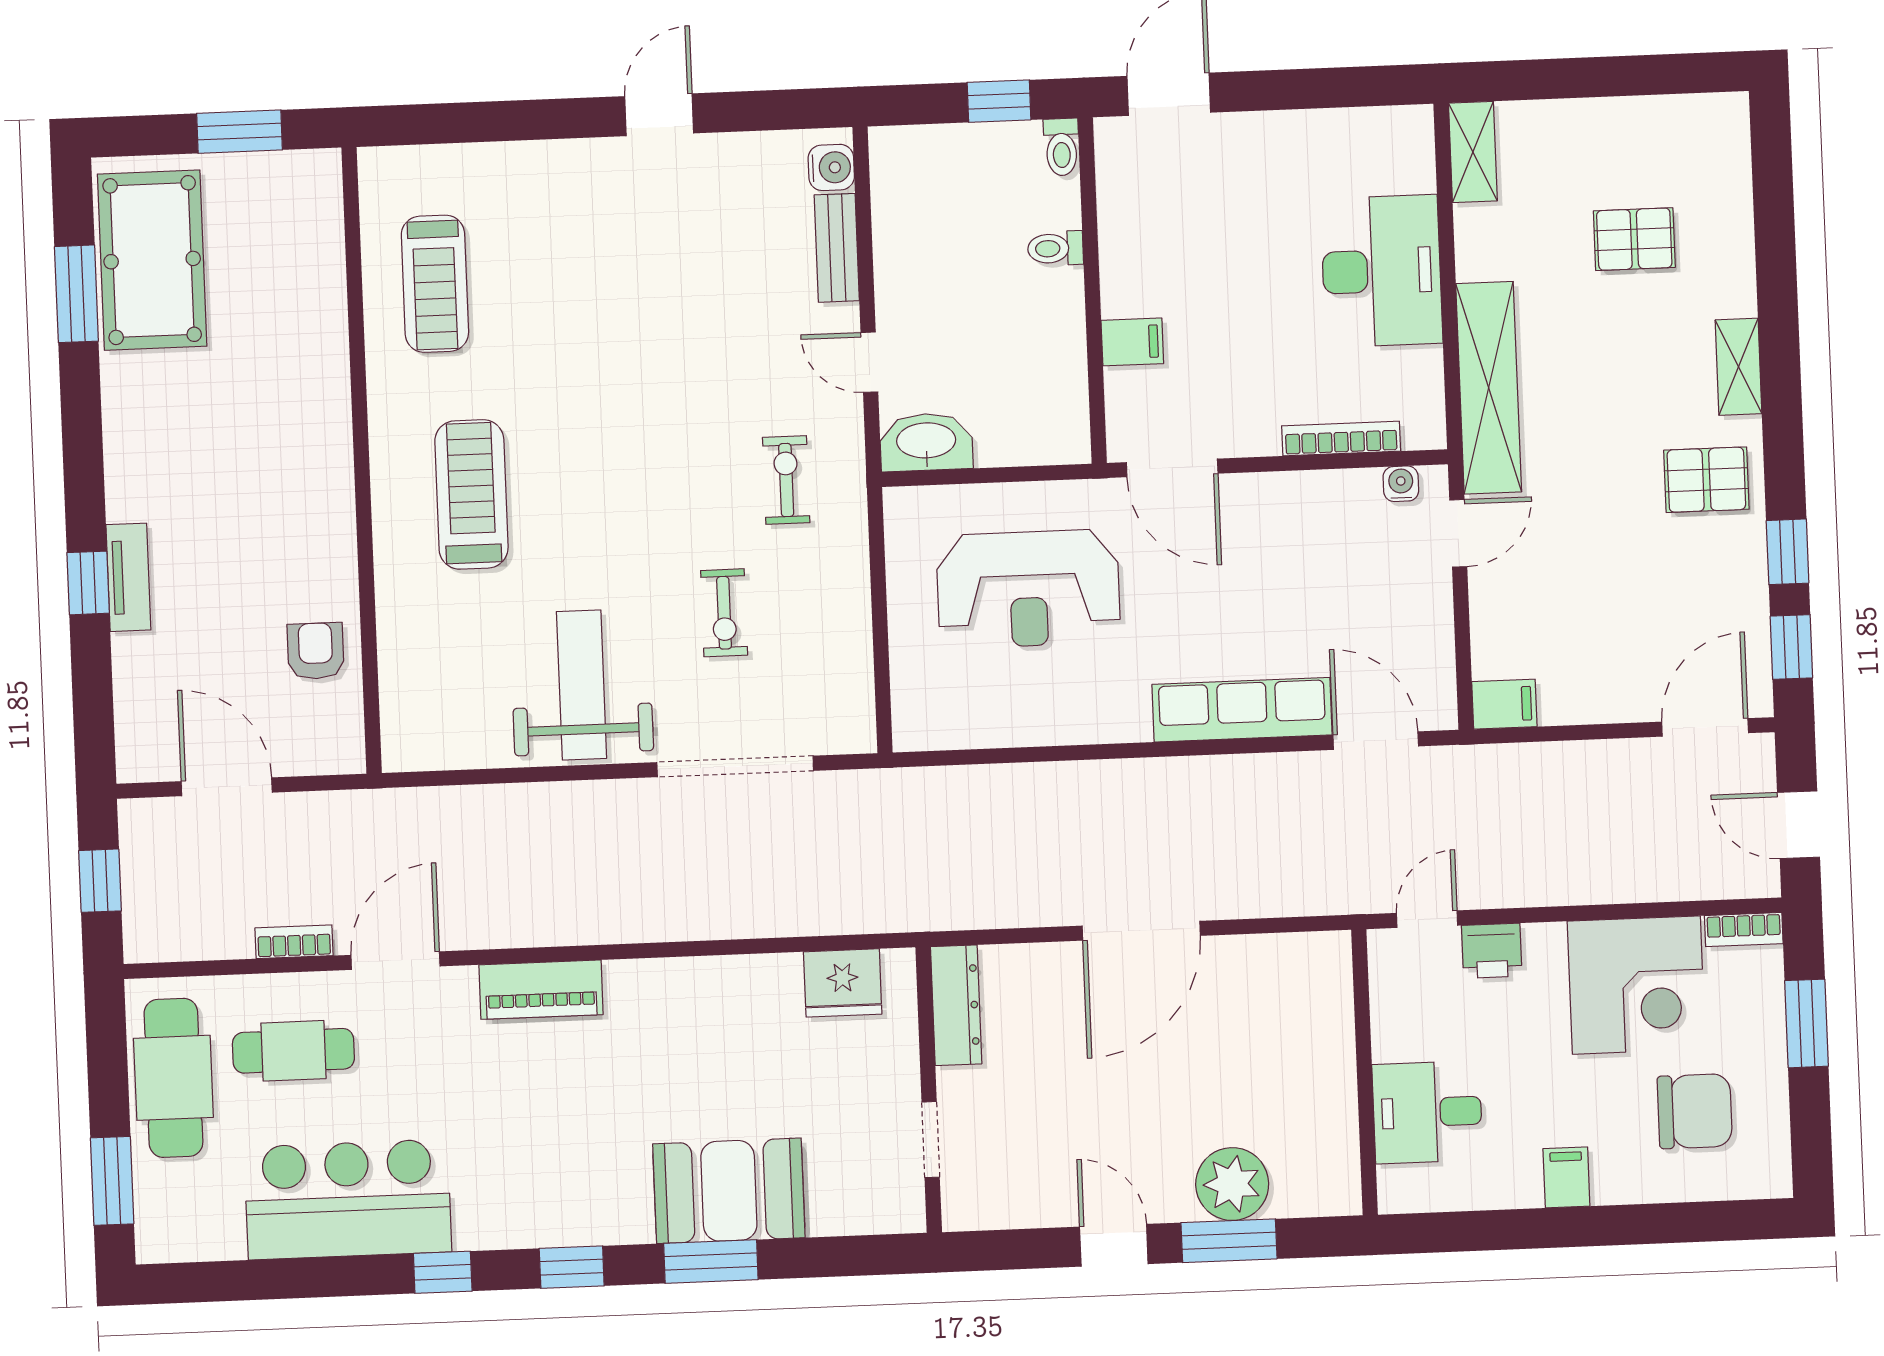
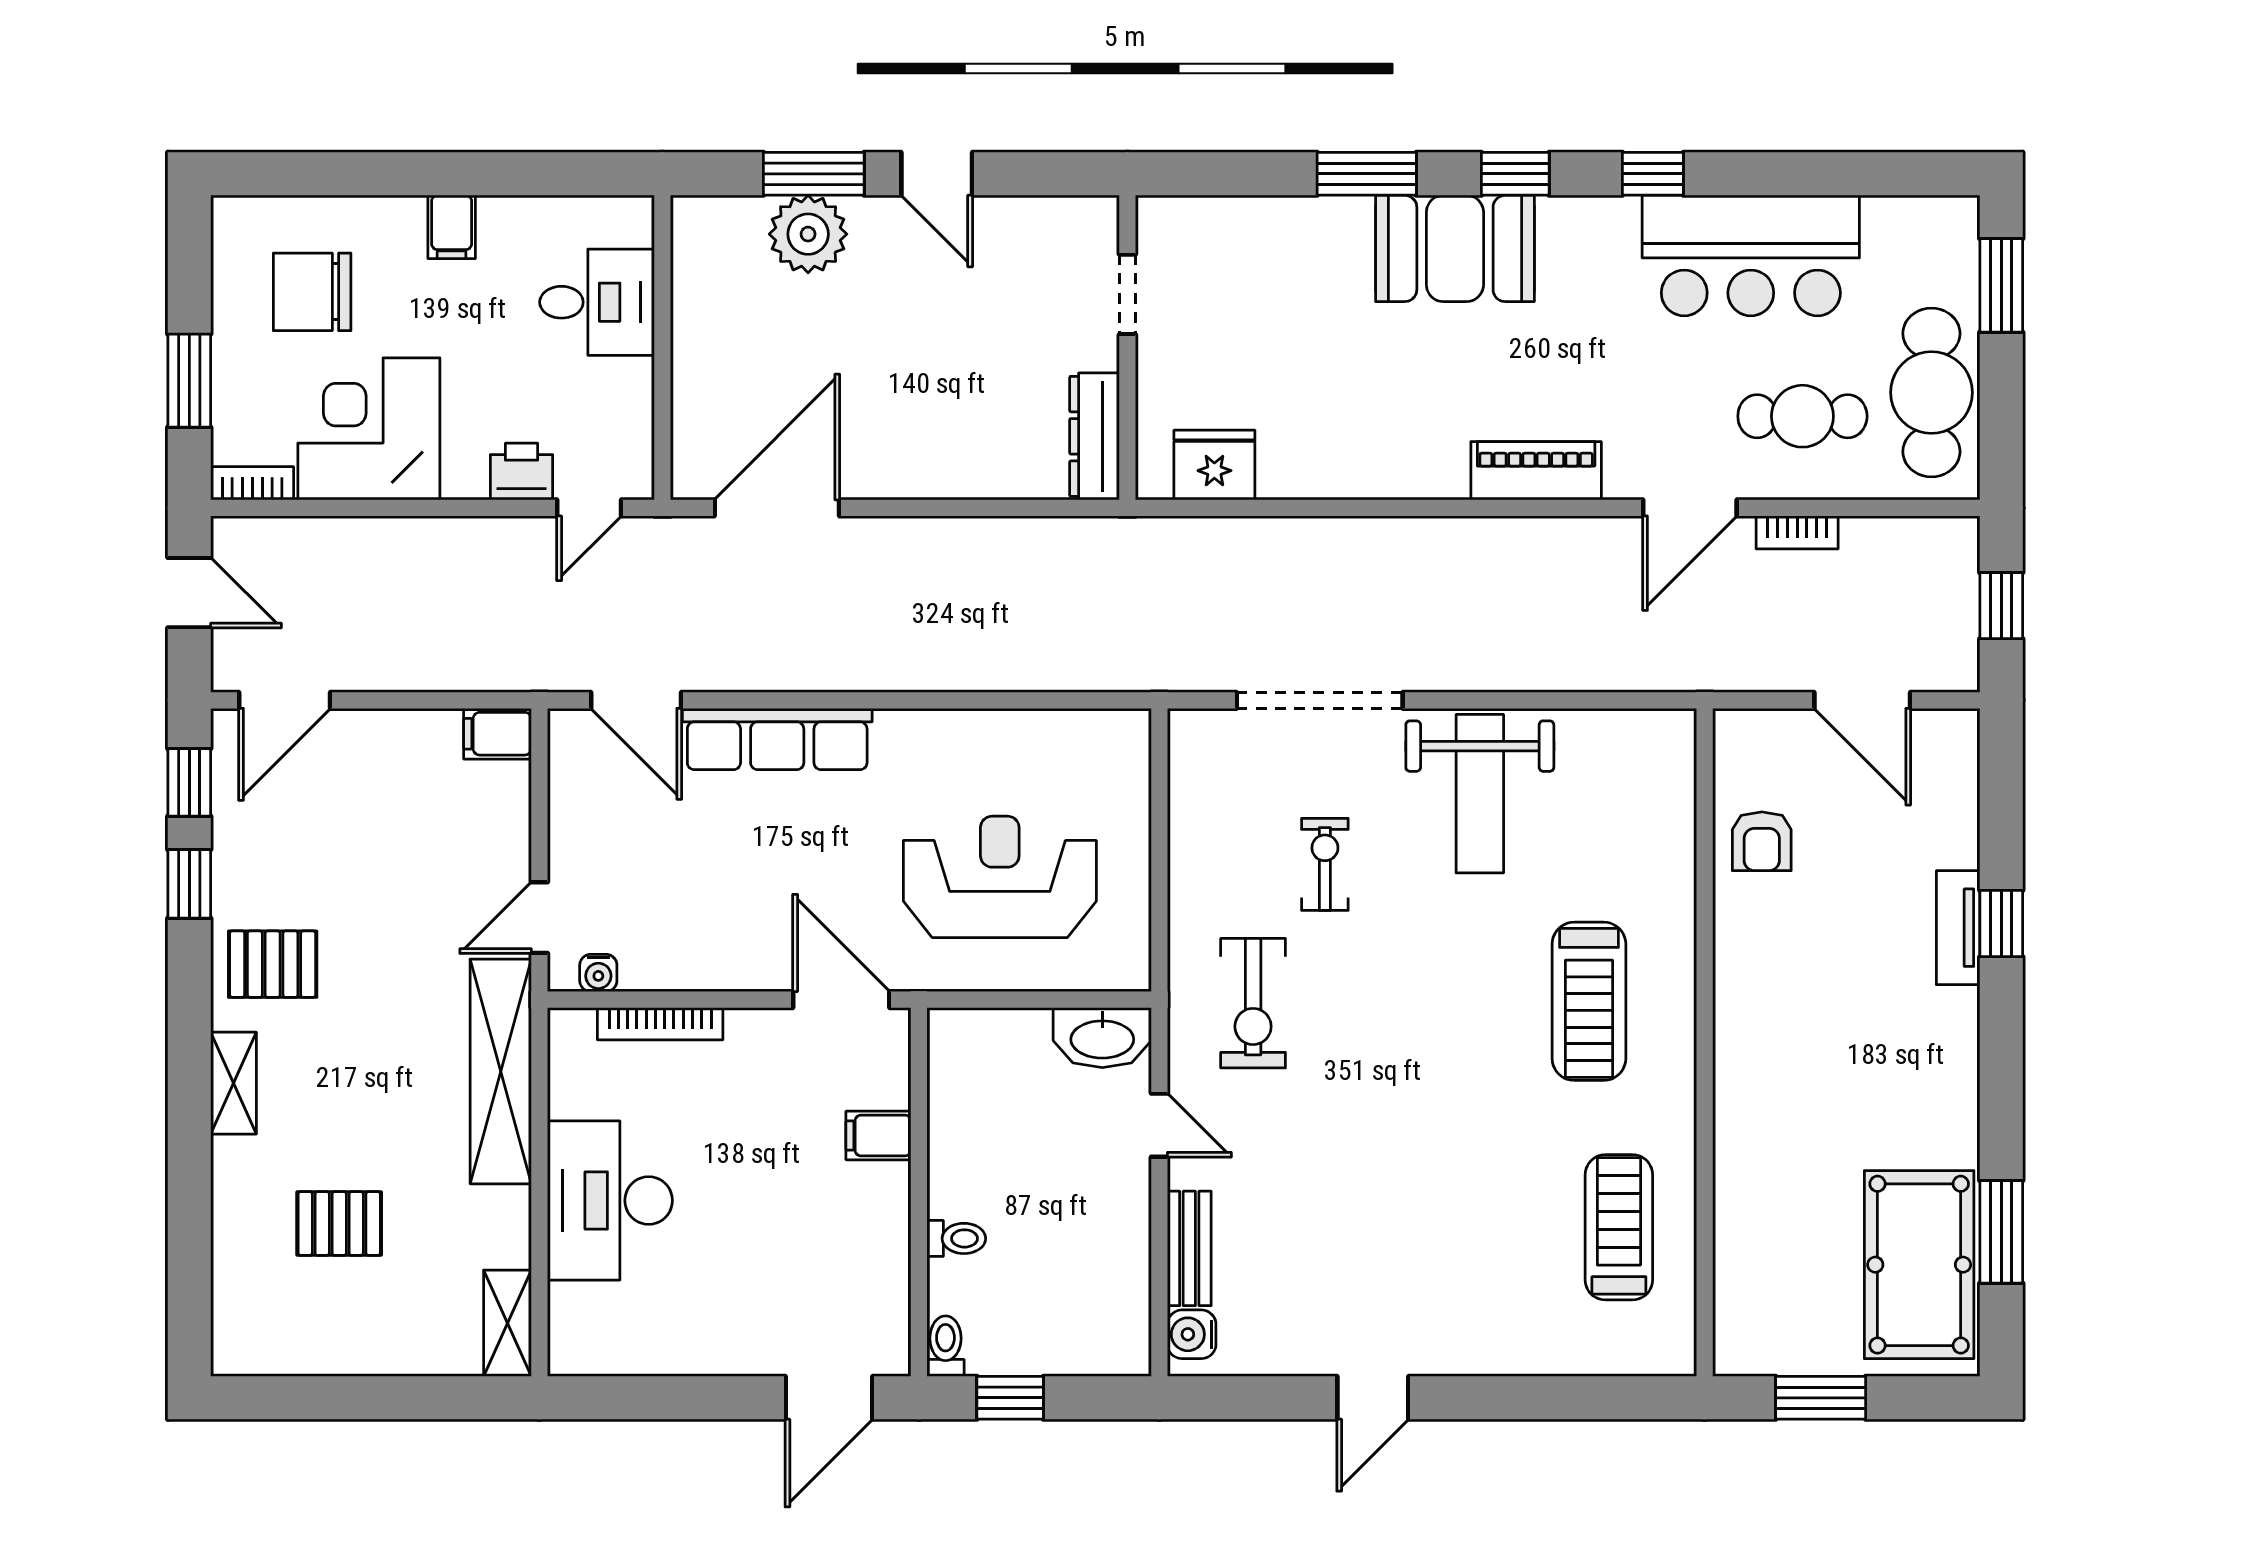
exercise bike: (786, 480) -> (1253, 1003), width x1.38, depth x1.39
door: (1141, 931) -> (777, 508), moved
booth: (729, 1191) -> (1455, 248), moved

